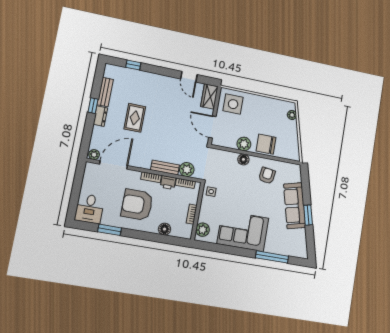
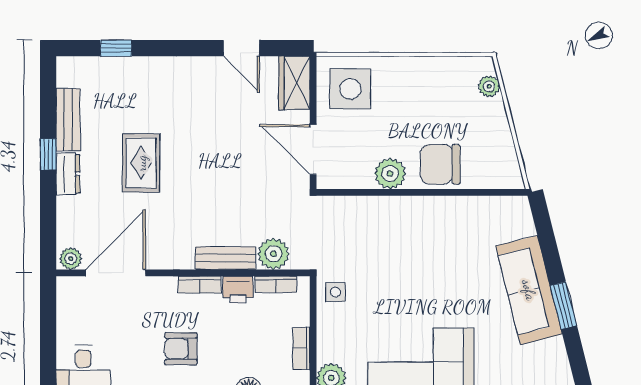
floor lamp: (243, 159) -> (395, 208), removed
armchair: (267, 176) -> (454, 234), removed
armchair: (137, 205) -> (181, 349), width x0.53, depth x0.53

